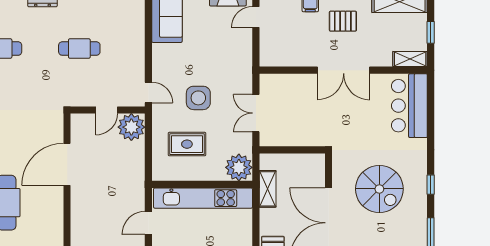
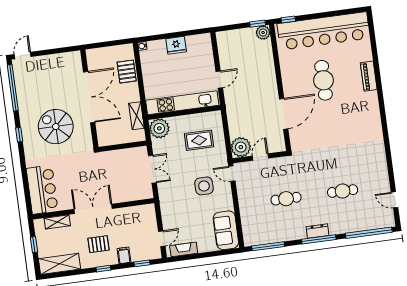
shelving: (410, 59) -> (57, 222), moved
side table: (198, 98) -> (204, 186), moved

